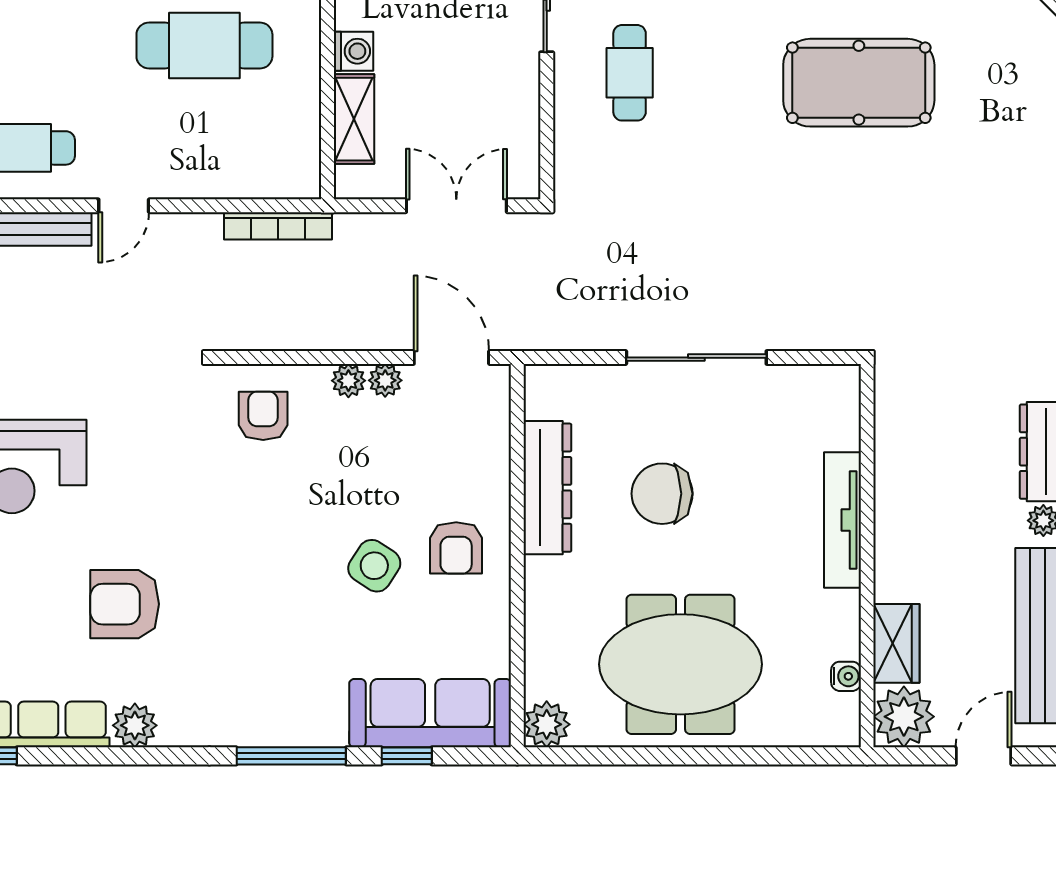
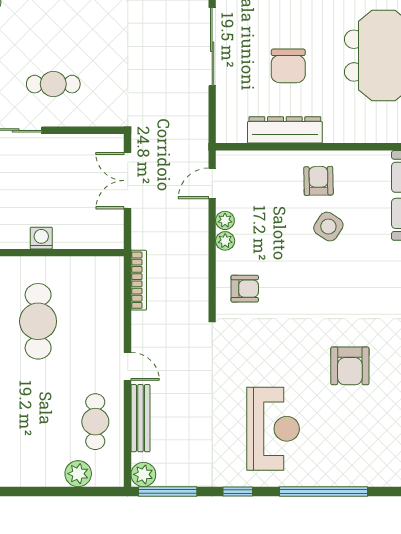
shelving: (354, 119) -> (79, 238), removed
door: (451, 358) -> (212, 183), width x0.73
armchair: (263, 416) -> (245, 289), turned 180
armchair: (456, 548) -> (318, 181), turned -91

